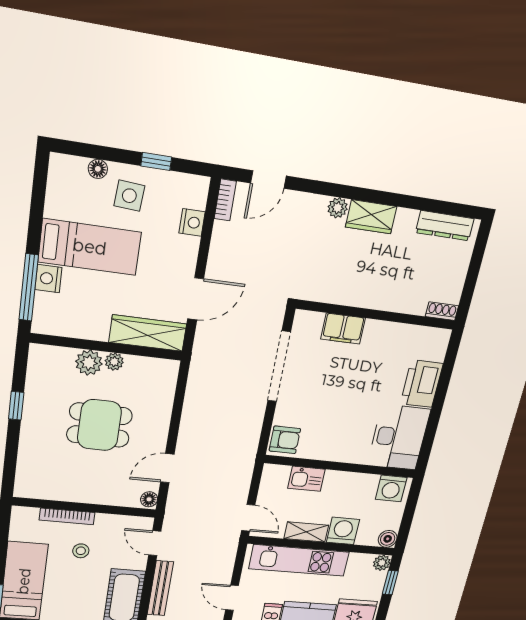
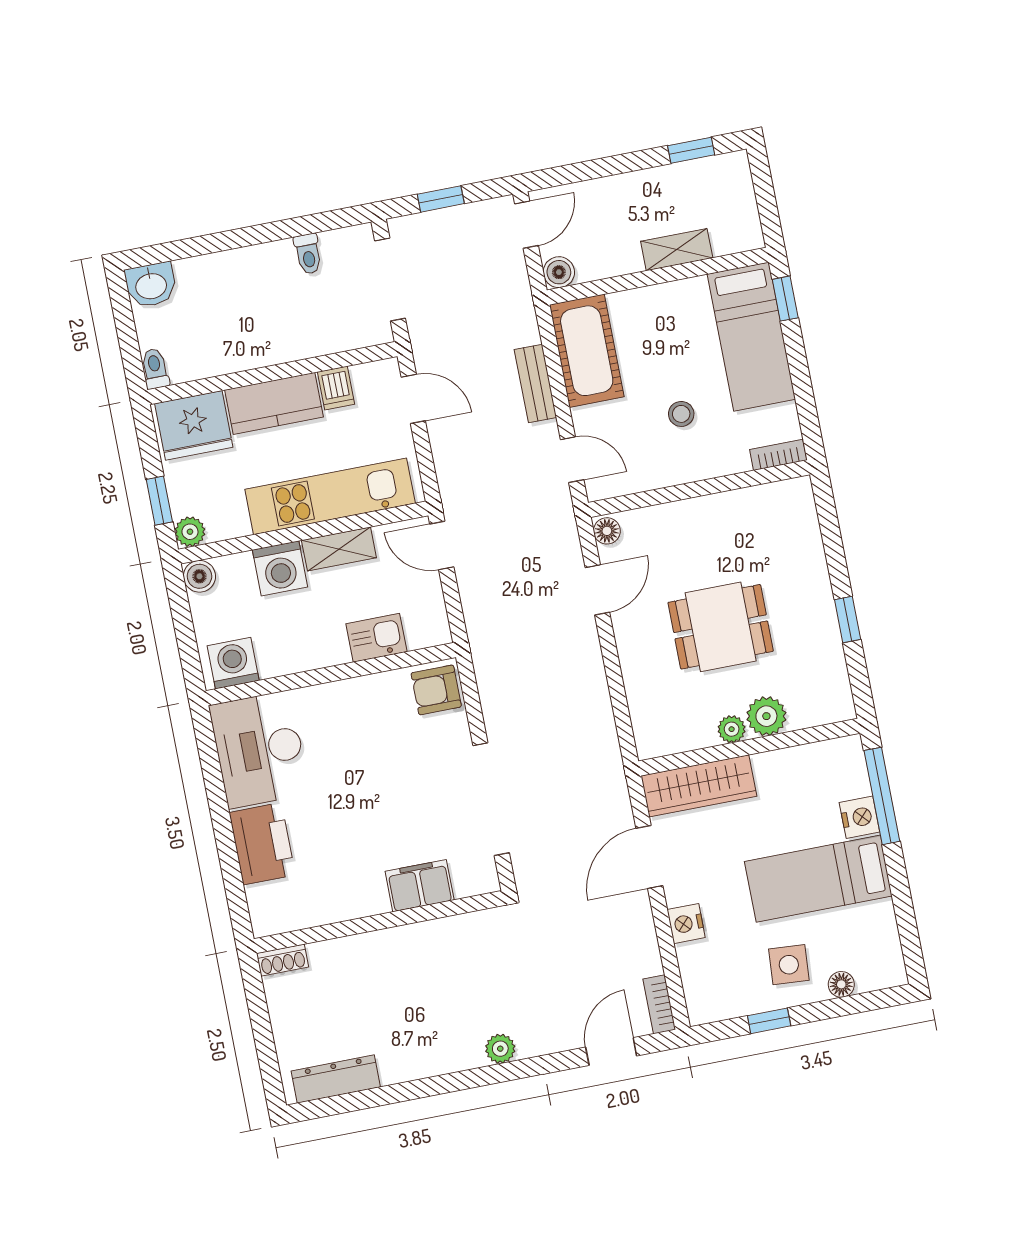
wardrobe: (371, 217) -> (448, 1054), removed
nightstand: (192, 222) -> (686, 924), moved
bookcase: (67, 516) -> (778, 455), moved, width x0.64
bench: (160, 588) -> (535, 383), width x0.73

